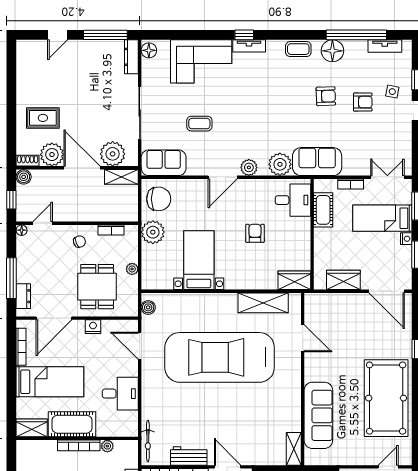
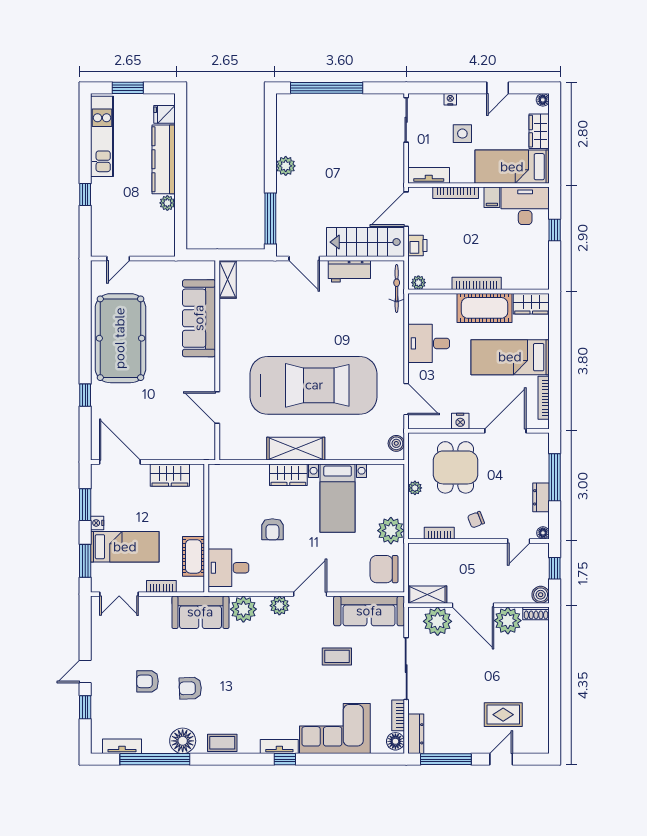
bookcase: (147, 73) -> (398, 715), added
side table: (392, 92) -> (113, 694), removed
rug: (43, 118) -> (503, 715), moved
sofa: (164, 163) -> (369, 611), width x1.36
wardrobe: (294, 280) -> (288, 475), moved
dresser: (23, 296) -> (541, 497), moved
shelving: (263, 303) -> (296, 449), moved
plant: (107, 446) -> (418, 283), moved

